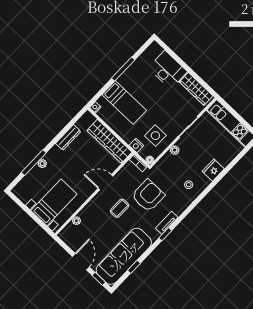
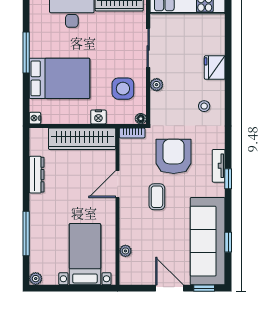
bed: (124, 102) -> (60, 78), width x1.50
nightstand: (136, 145) -> (98, 117), moved
plant: (42, 164) -> (36, 279), moved

